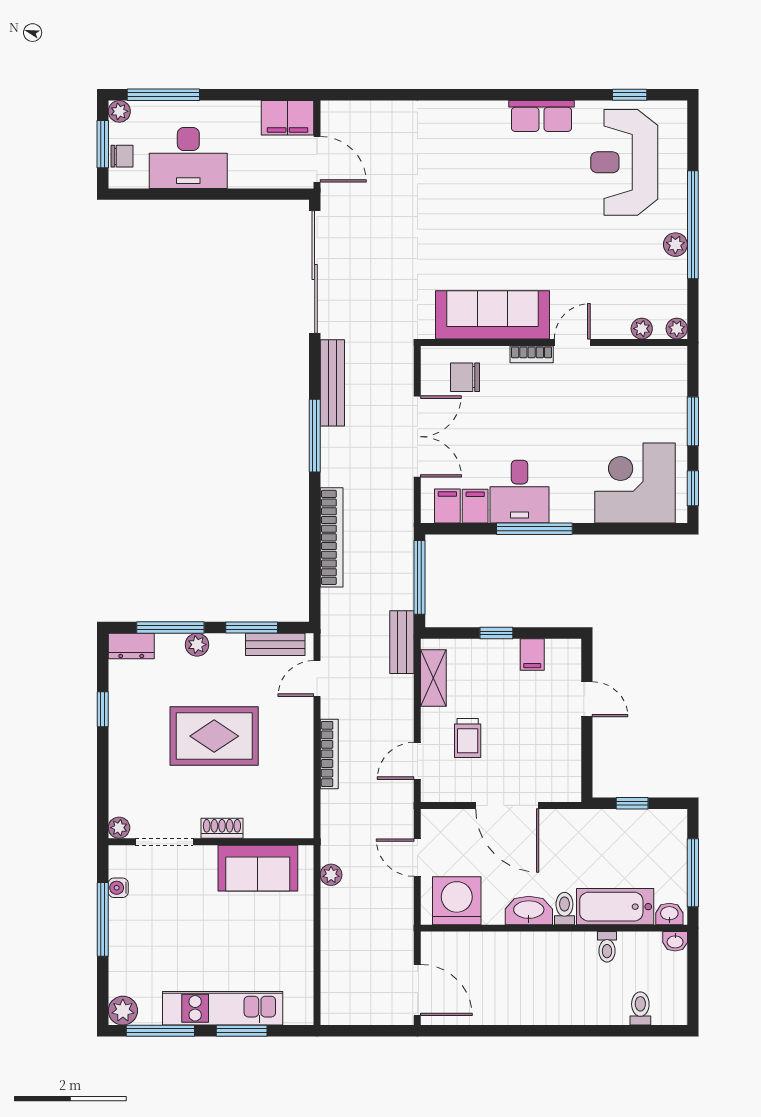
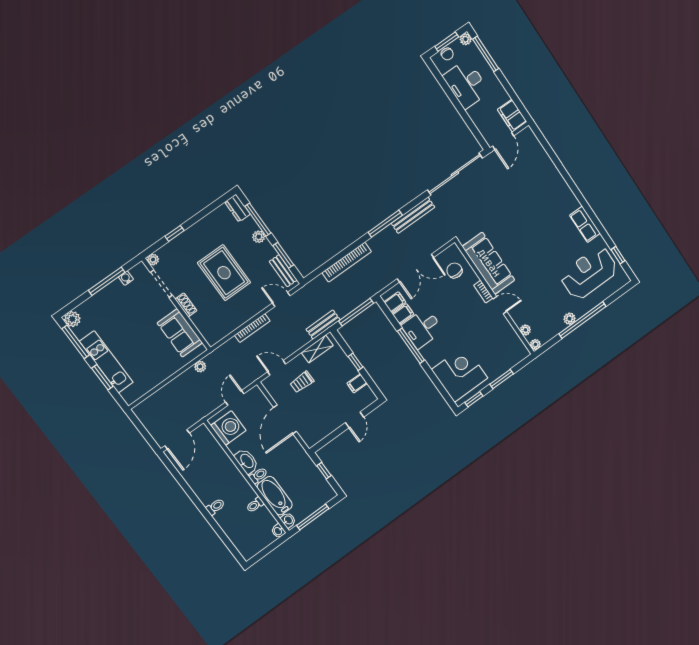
window: (103, 709) -> (174, 233), moved
toilet: (640, 1008) -> (215, 507), moved

